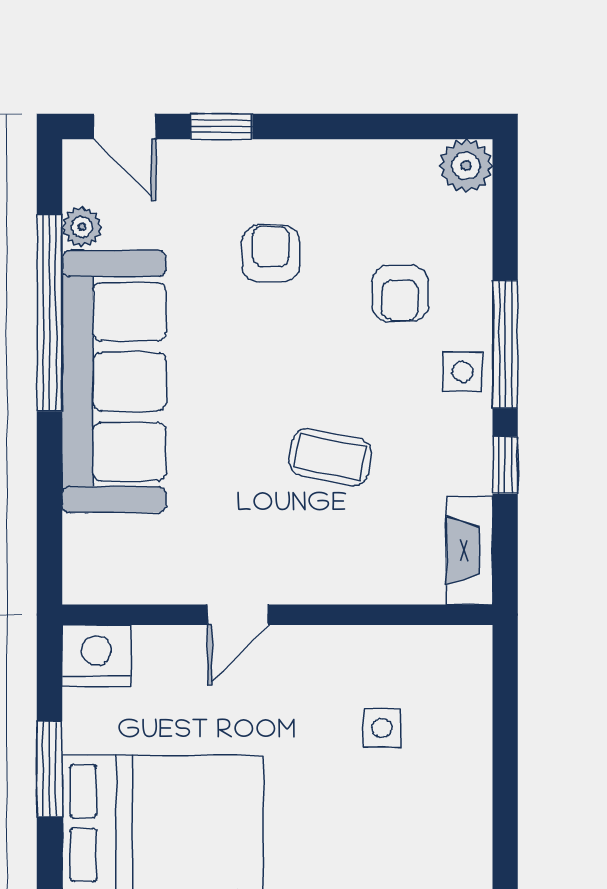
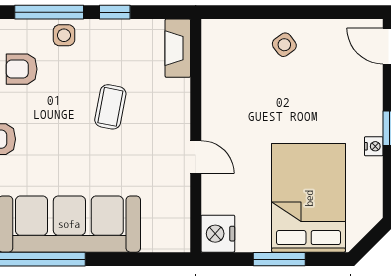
armchair: (400, 293) -> (22, 69), turned 180
fireplace: (470, 551) -> (178, 48), moved, turned 90
side table: (382, 728) -> (284, 45), moved, turned -37

